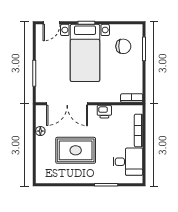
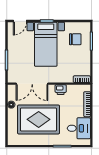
rug: (76, 150) -> (39, 119), width x1.37, depth x1.44

